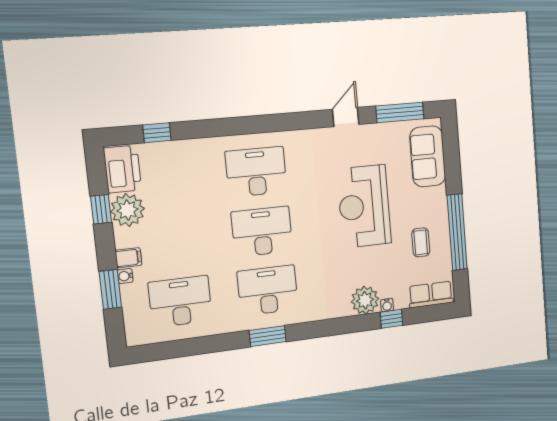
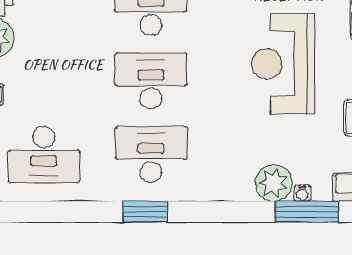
desk: (180, 302) -> (44, 155), turned 180
window: (392, 319) -> (307, 212), width x2.17

